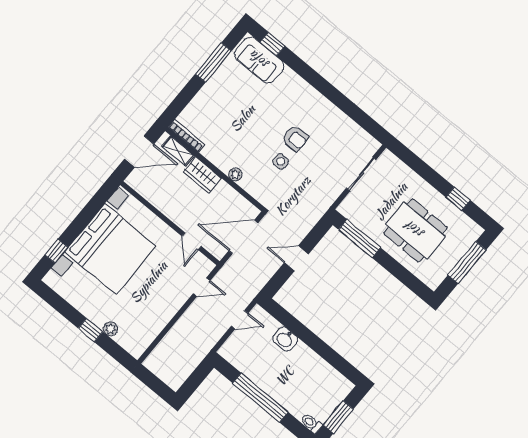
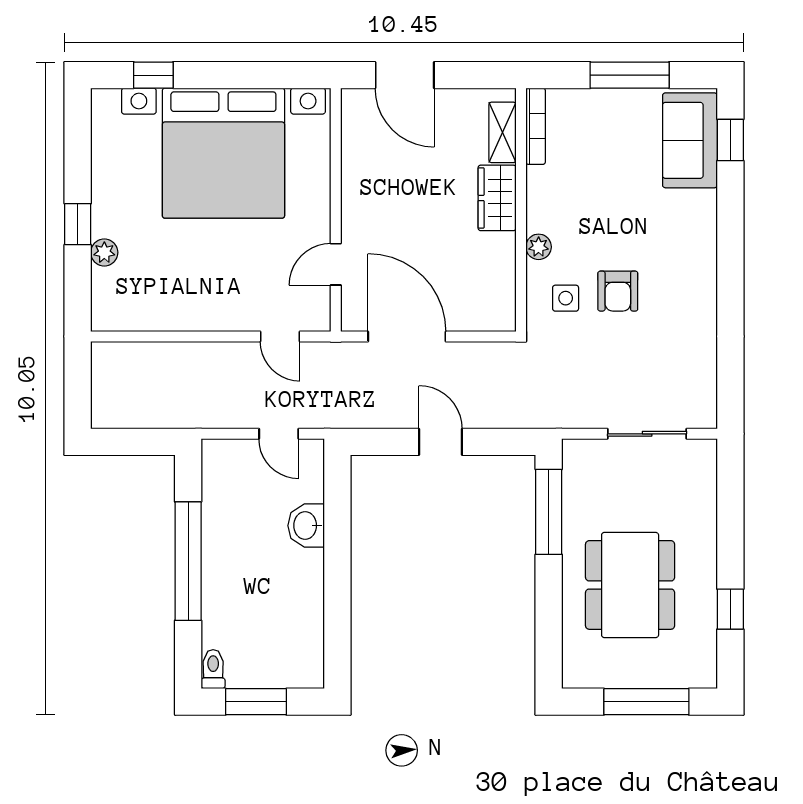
bookcase: (187, 136) -> (536, 126), moved
shelving: (178, 151) -> (502, 132), moved
wall: (215, 169) -> (521, 210), moved
plant: (235, 174) -> (539, 247), moved
wardrobe: (202, 175) -> (497, 198), moved

